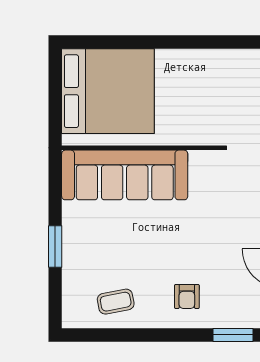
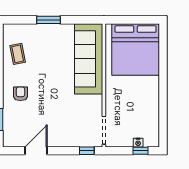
armchair: (187, 296) -> (20, 94), turned 90

